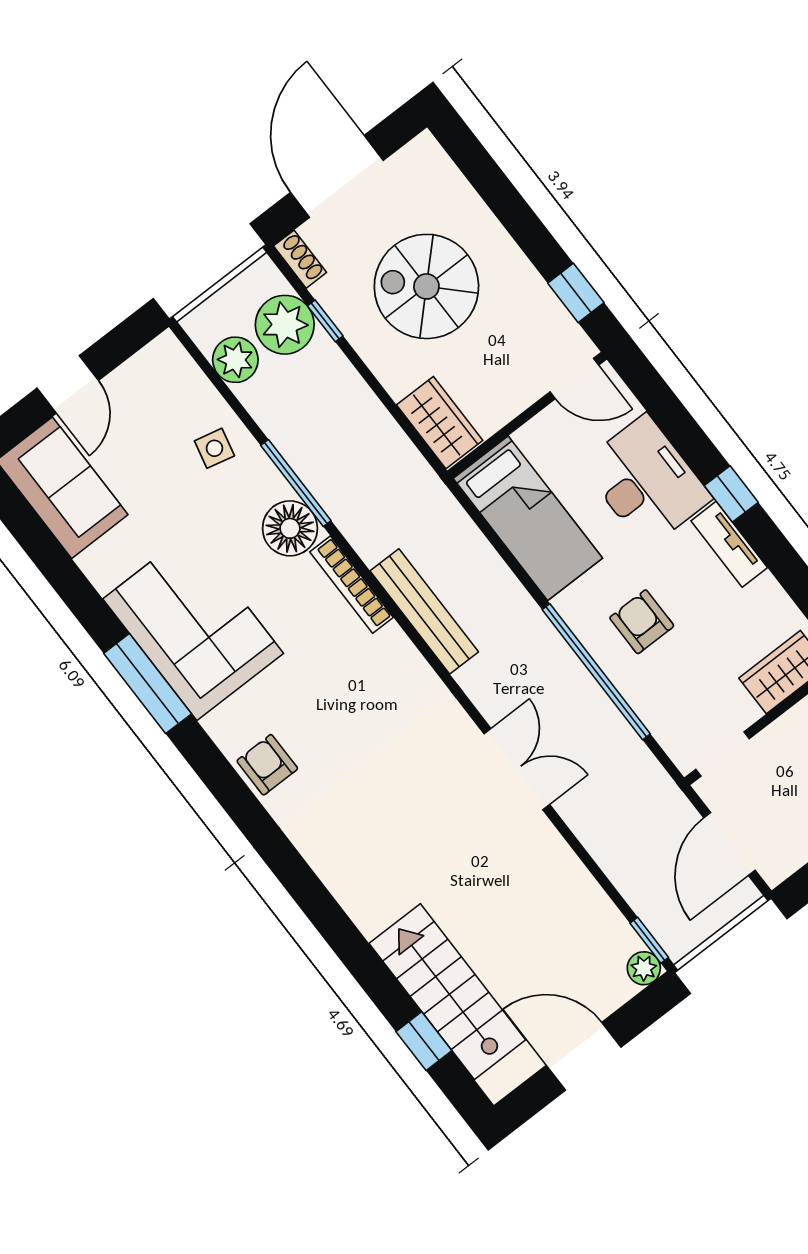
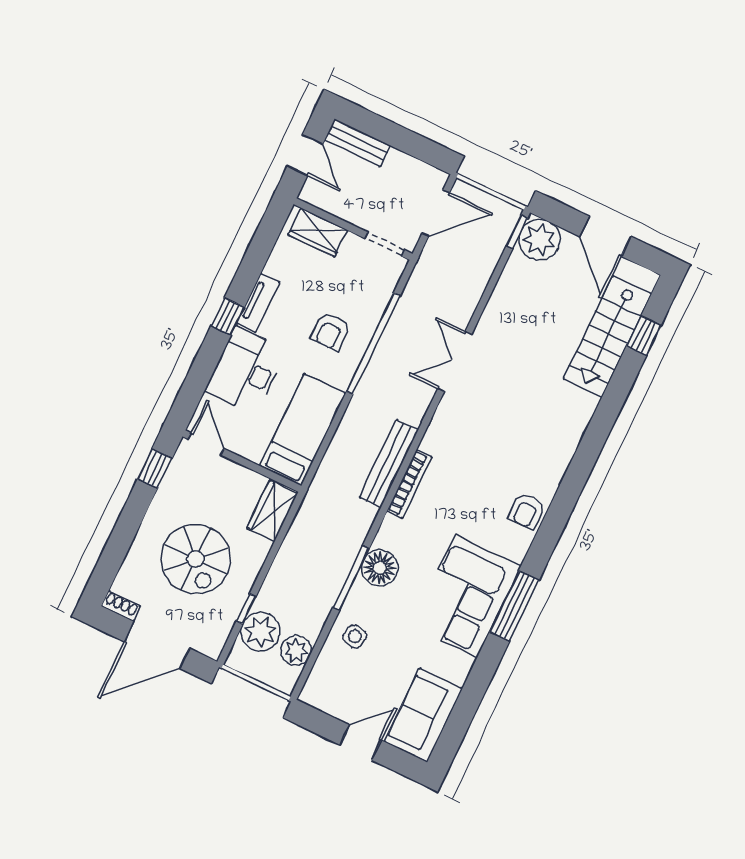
shoe rack: (300, 259) -> (121, 606), moved, turned 90
bookcase: (351, 585) -> (409, 484), moved
plant: (644, 968) -> (540, 240), width x1.87, depth x1.87

